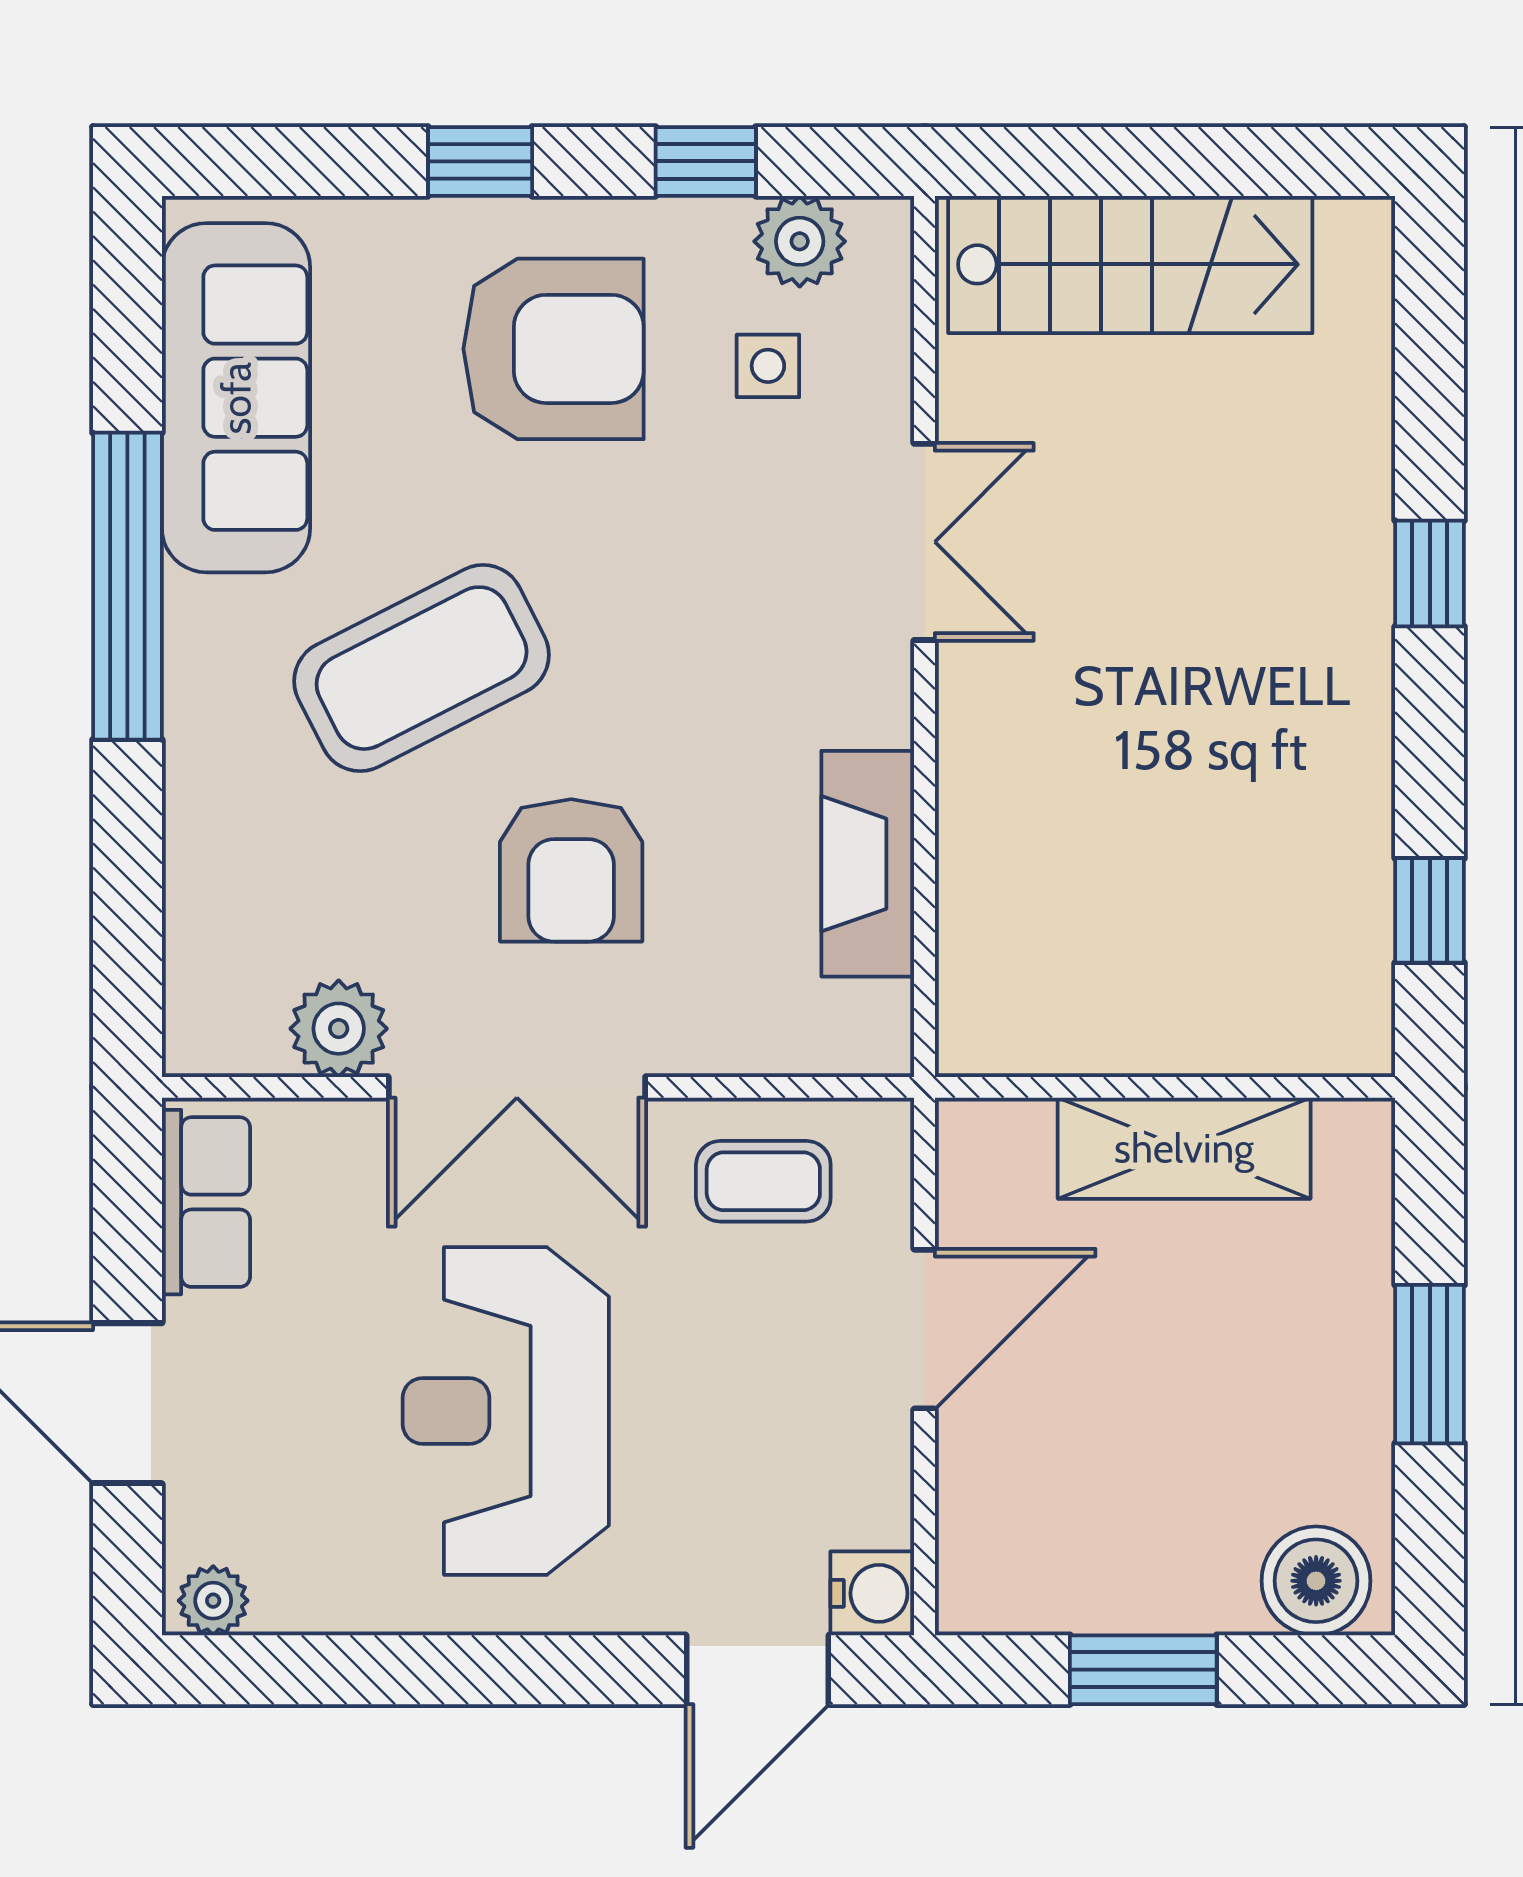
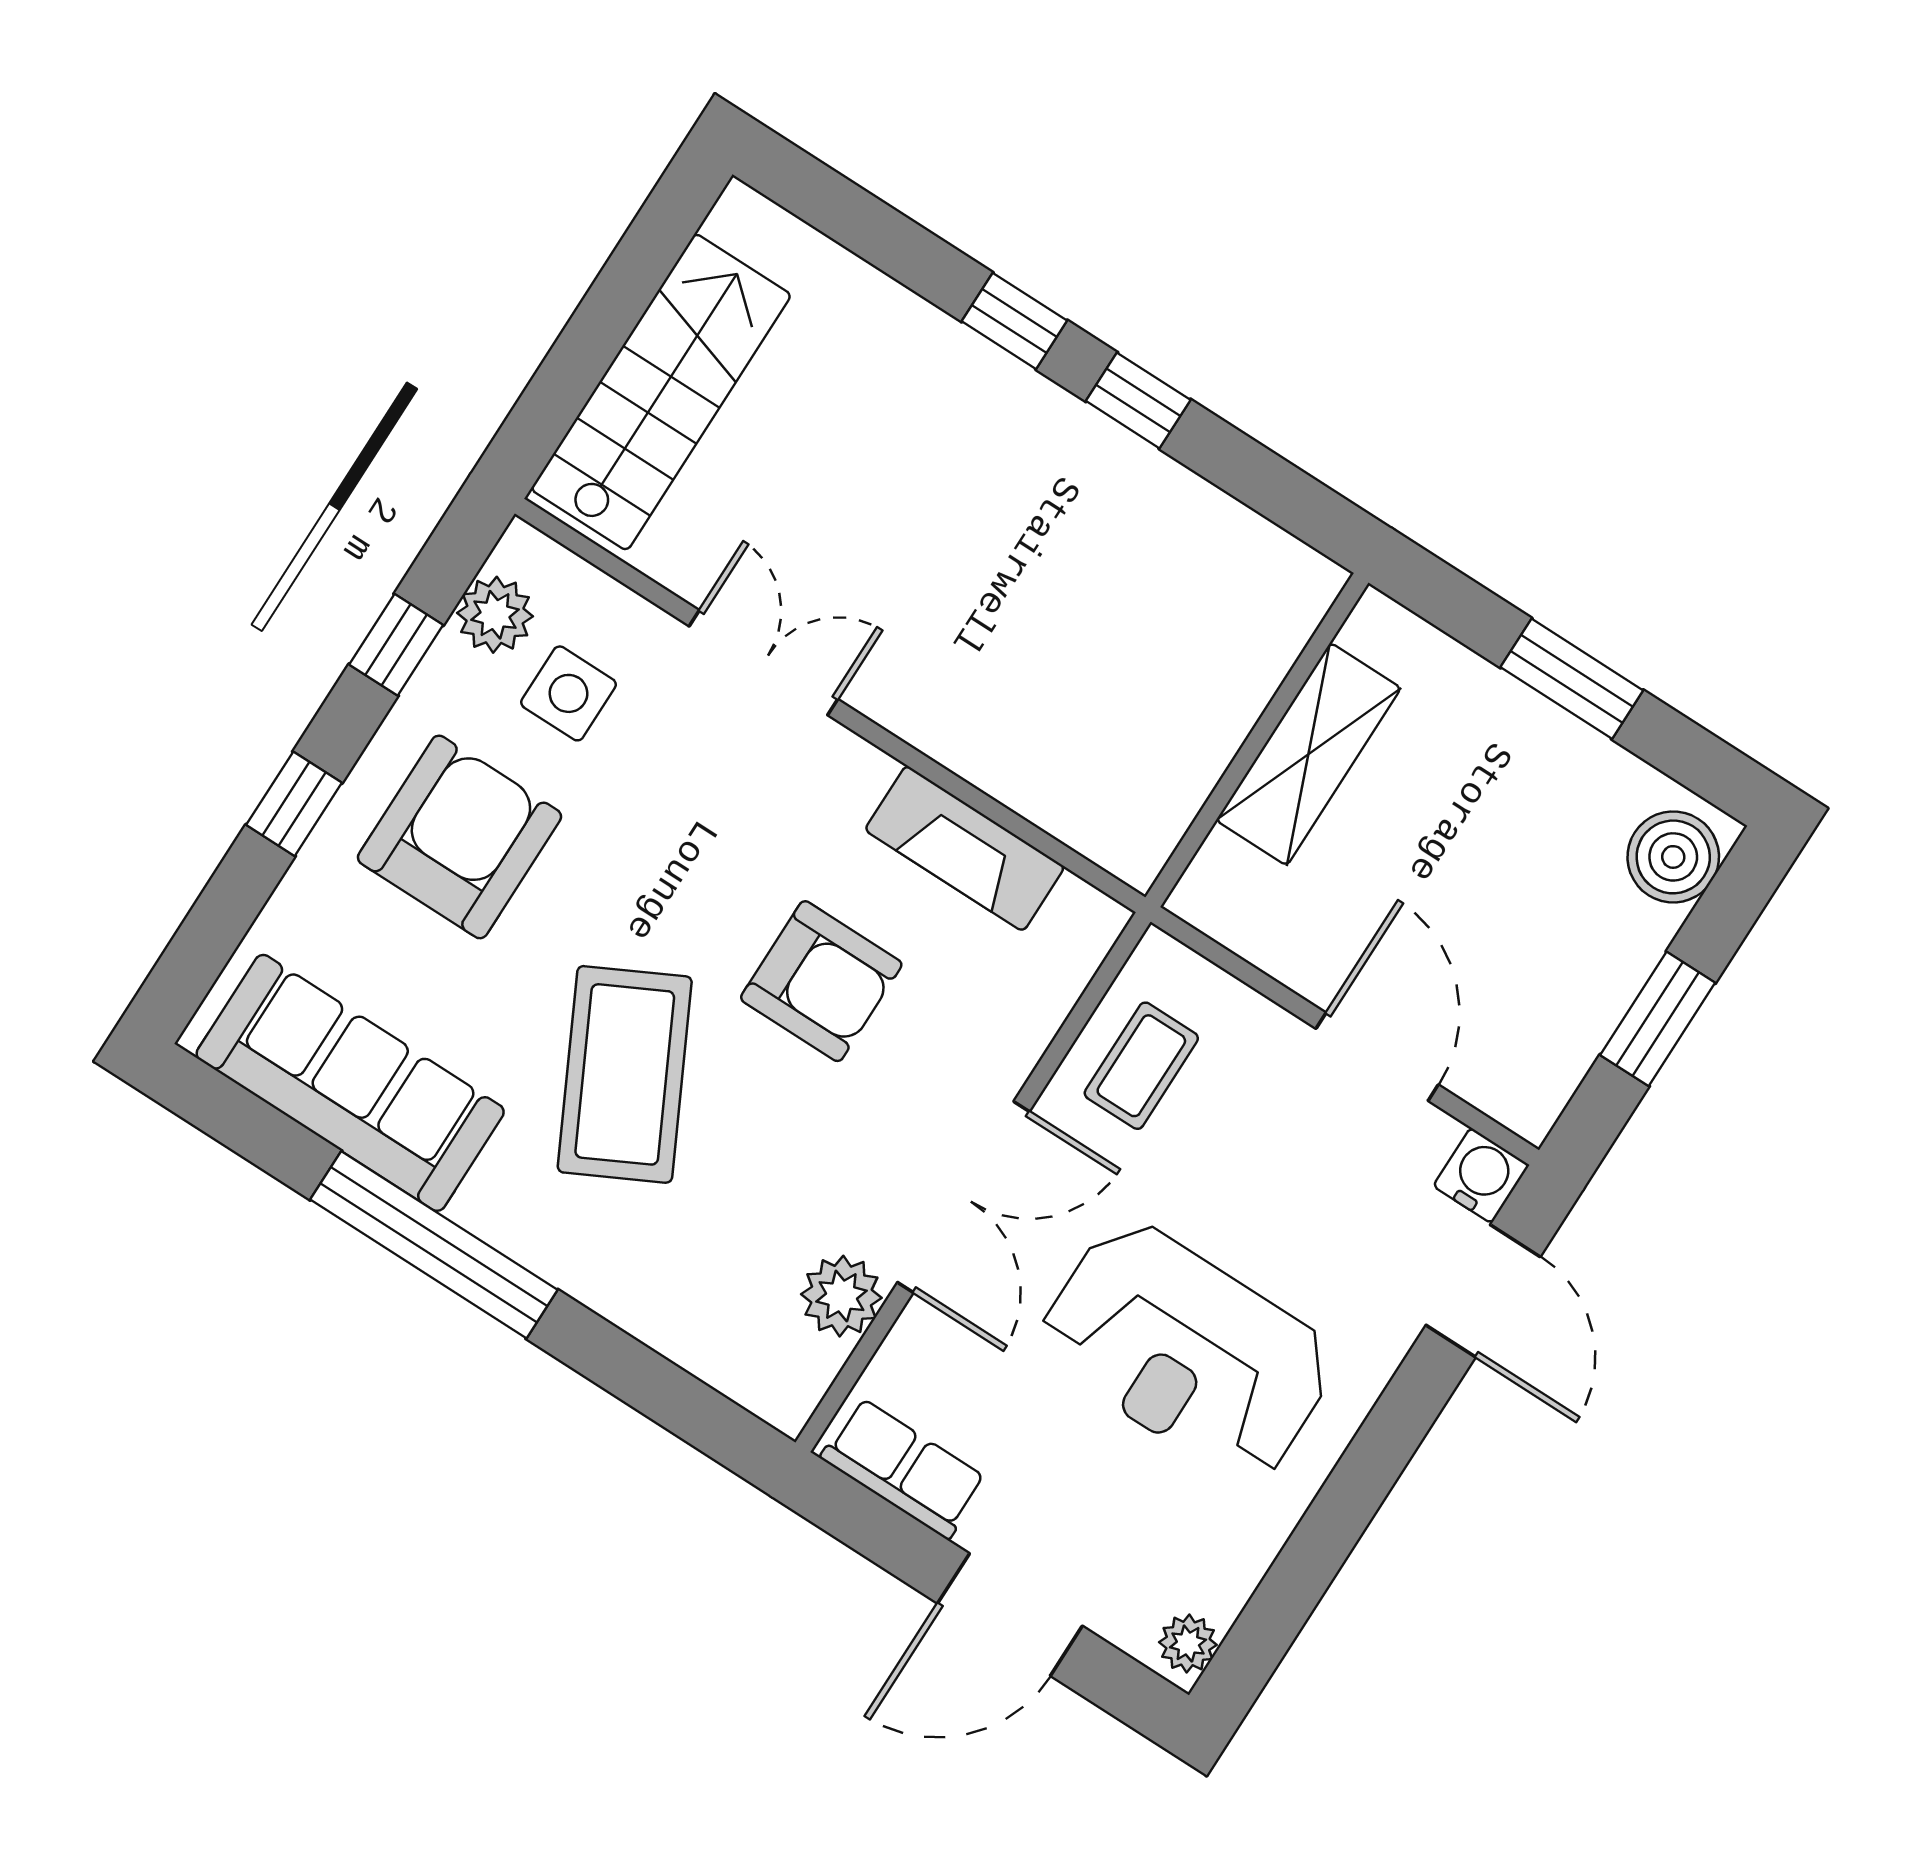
side table: (768, 366) -> (568, 693), width x1.37, depth x1.37
armchair: (571, 870) -> (821, 981), moved
window: (1430, 910) -> (1138, 400), moved
door: (924, 1329) -> (1377, 1057), moved

